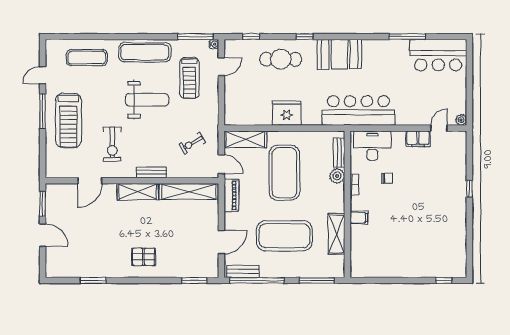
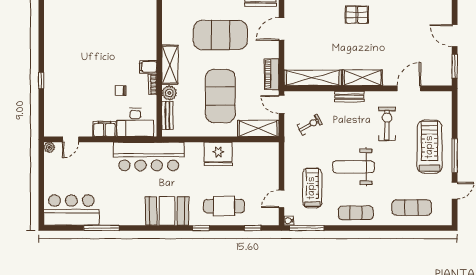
exercise mat: (145, 52) -> (356, 213), width x0.73, depth x0.69
filing cabinet: (418, 139) -> (104, 129), moved
filing cabinet: (359, 217) -> (148, 67), moved
shelving: (337, 234) -> (170, 65), moved

